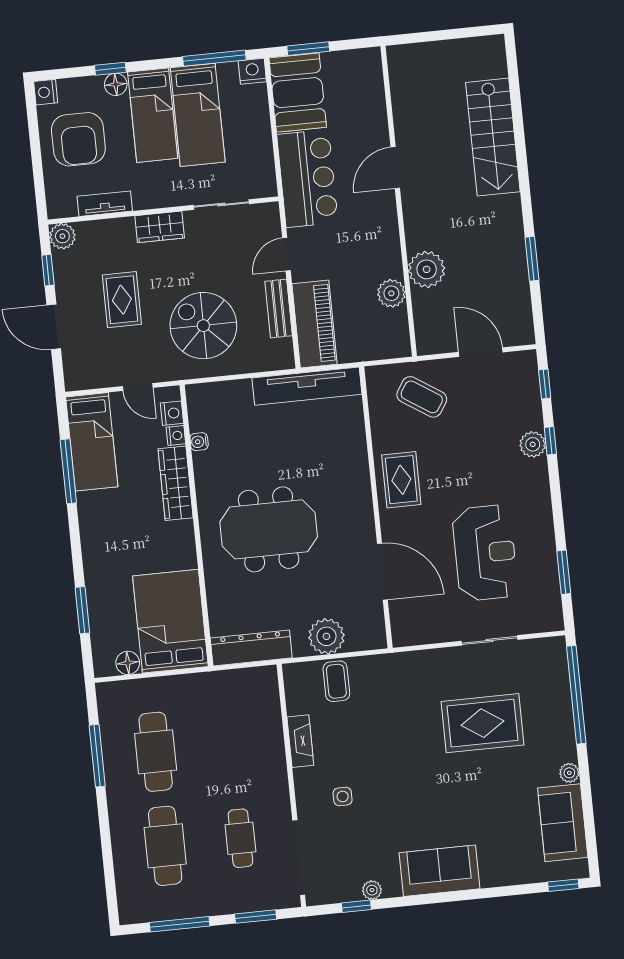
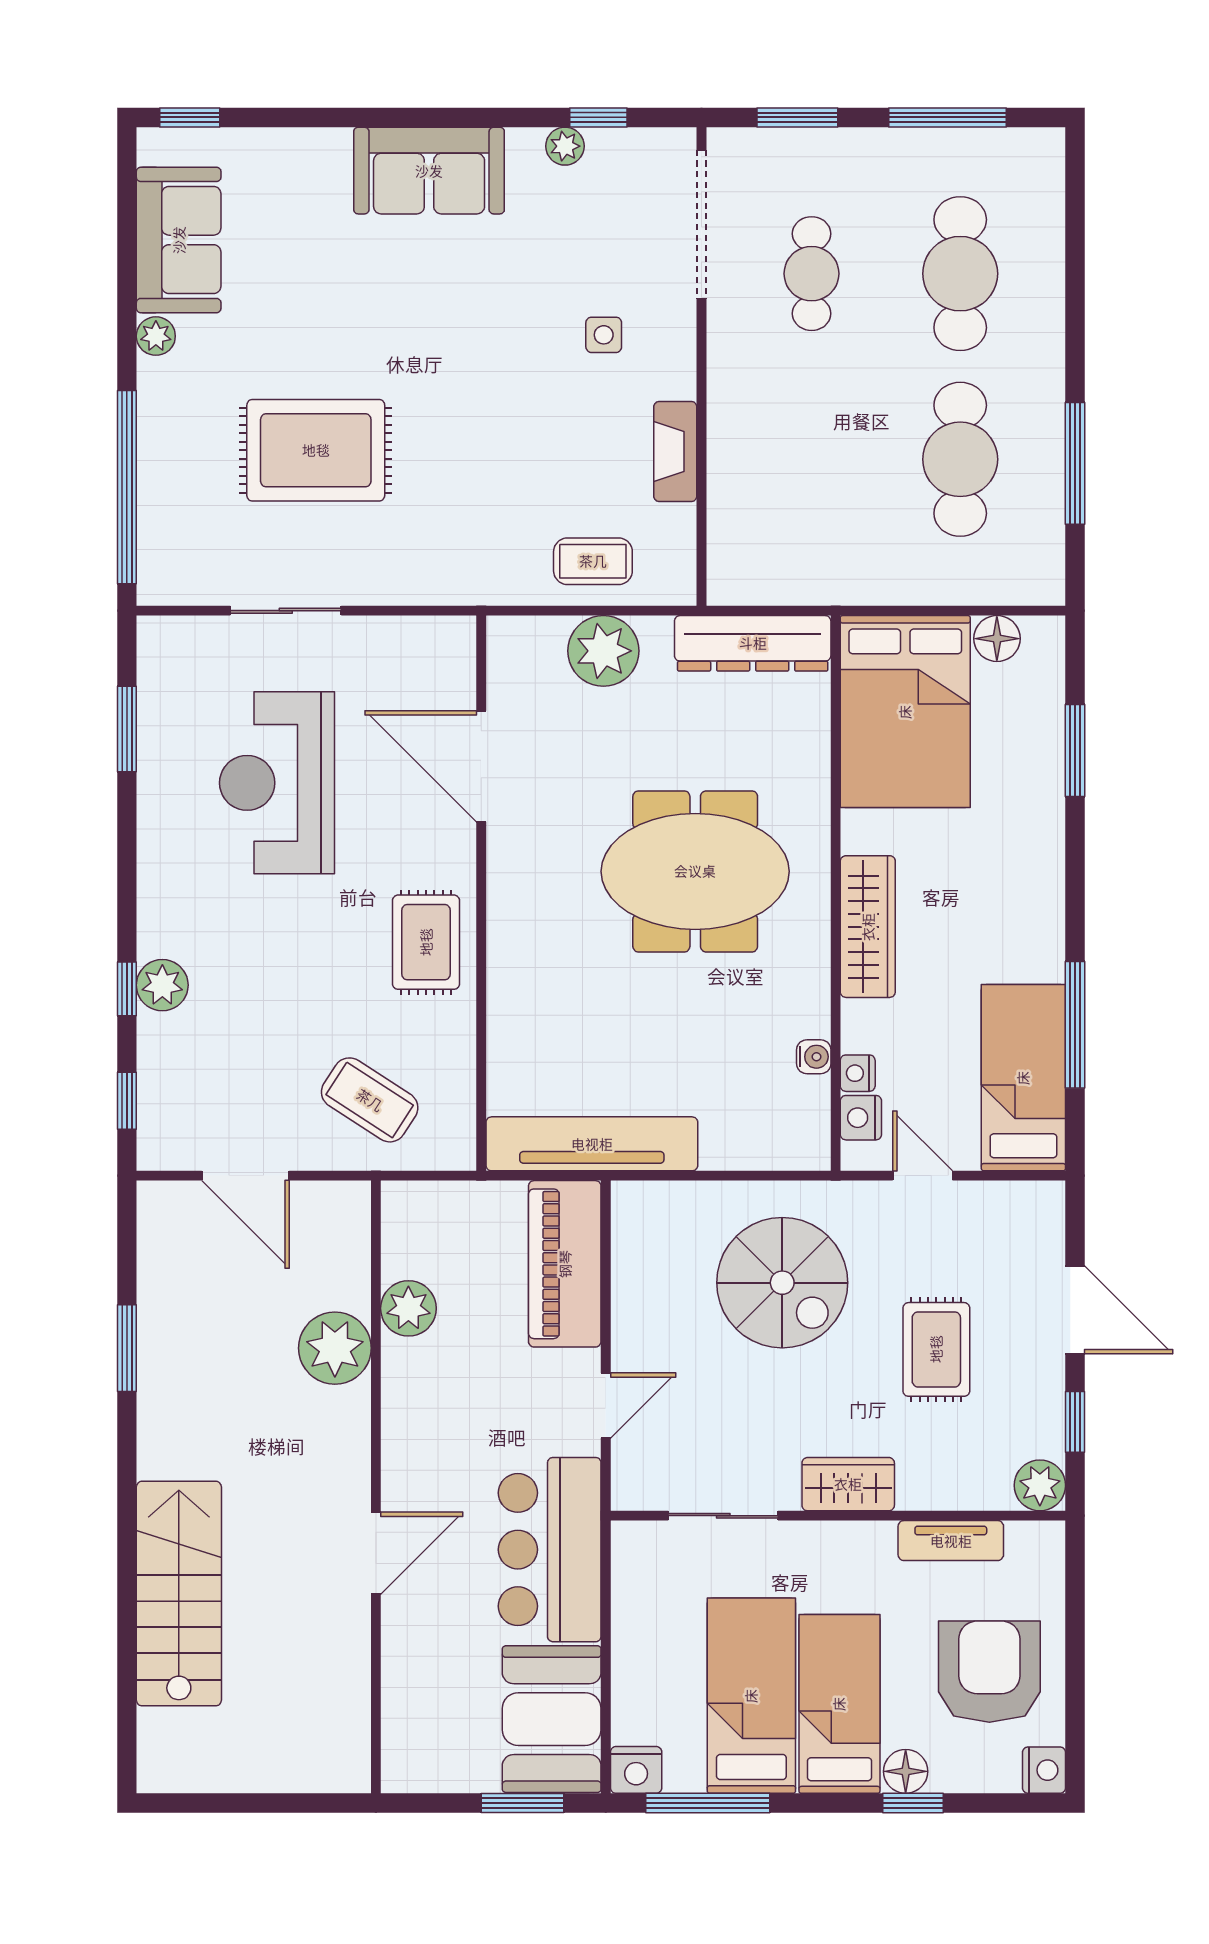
bench: (279, 308) -> (632, 1301), removed
wardrobe: (176, 483) -> (868, 927), moved
coffee table: (336, 681) -> (593, 561), turned 90

